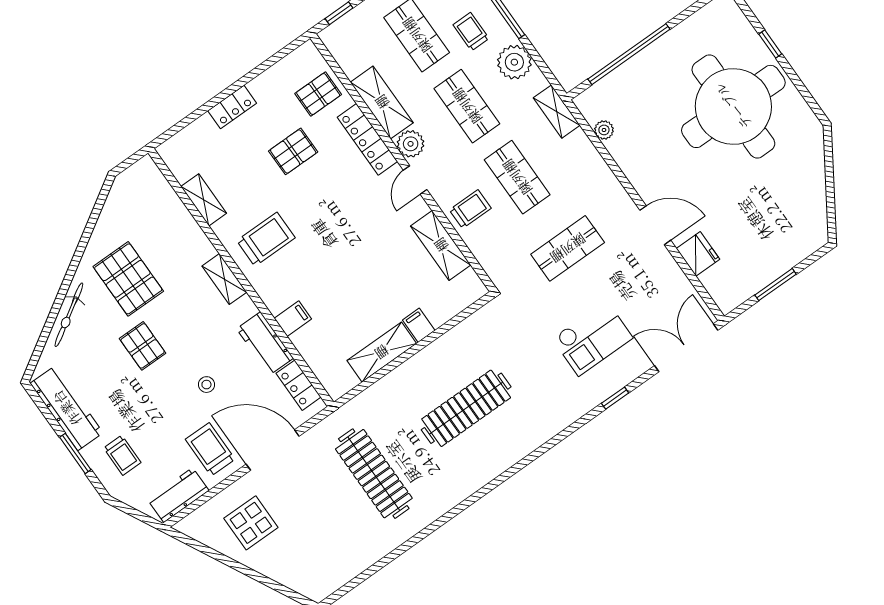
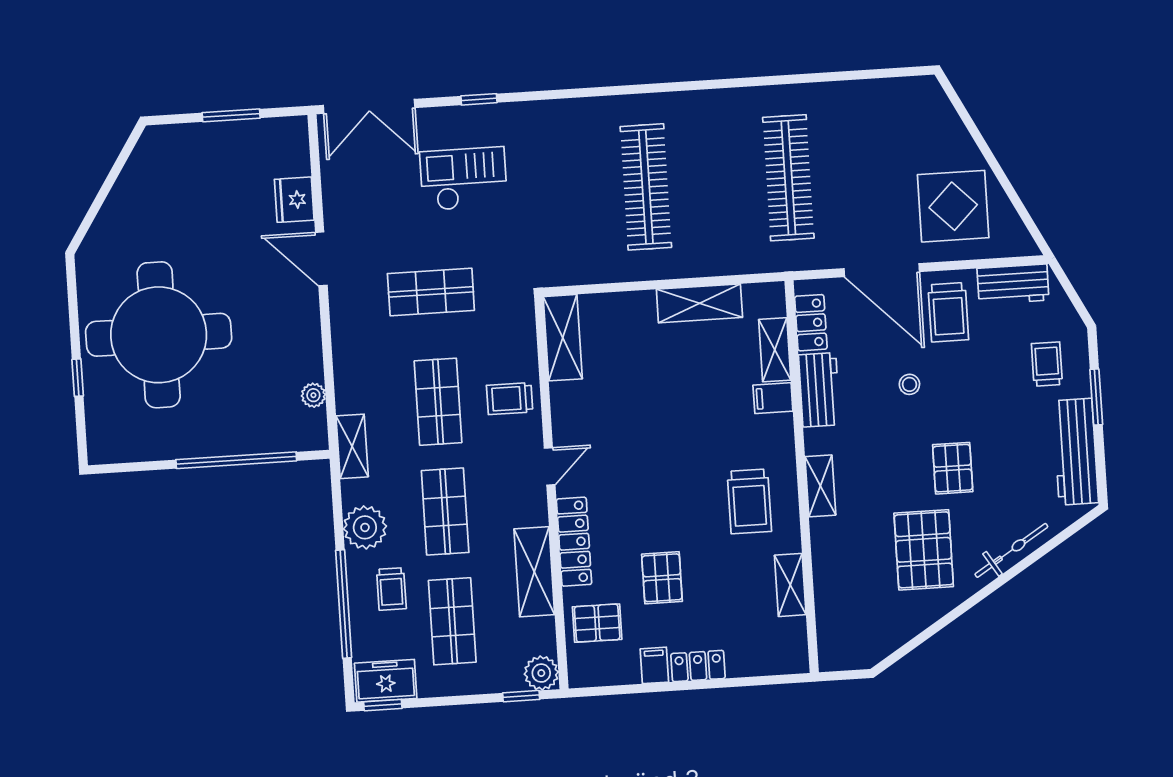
plant: (411, 144) -> (541, 673), moved
pallet: (293, 151) -> (662, 578), turned 90
trolley: (266, 239) -> (749, 501), turned -90
shelving: (441, 245) -> (563, 338), moved
filing cabinet: (419, 325) -> (654, 665), moved, turned 180
shelving: (312, 352) -> (775, 350), added
clothes rail: (466, 408) -> (646, 187), turned 90
display table: (251, 523) -> (953, 206), width x1.36, depth x1.36

